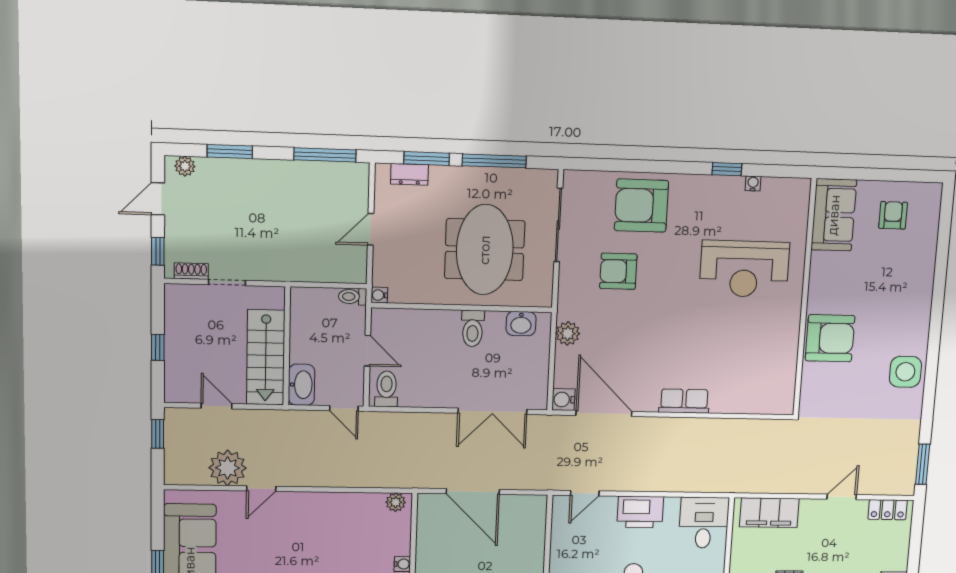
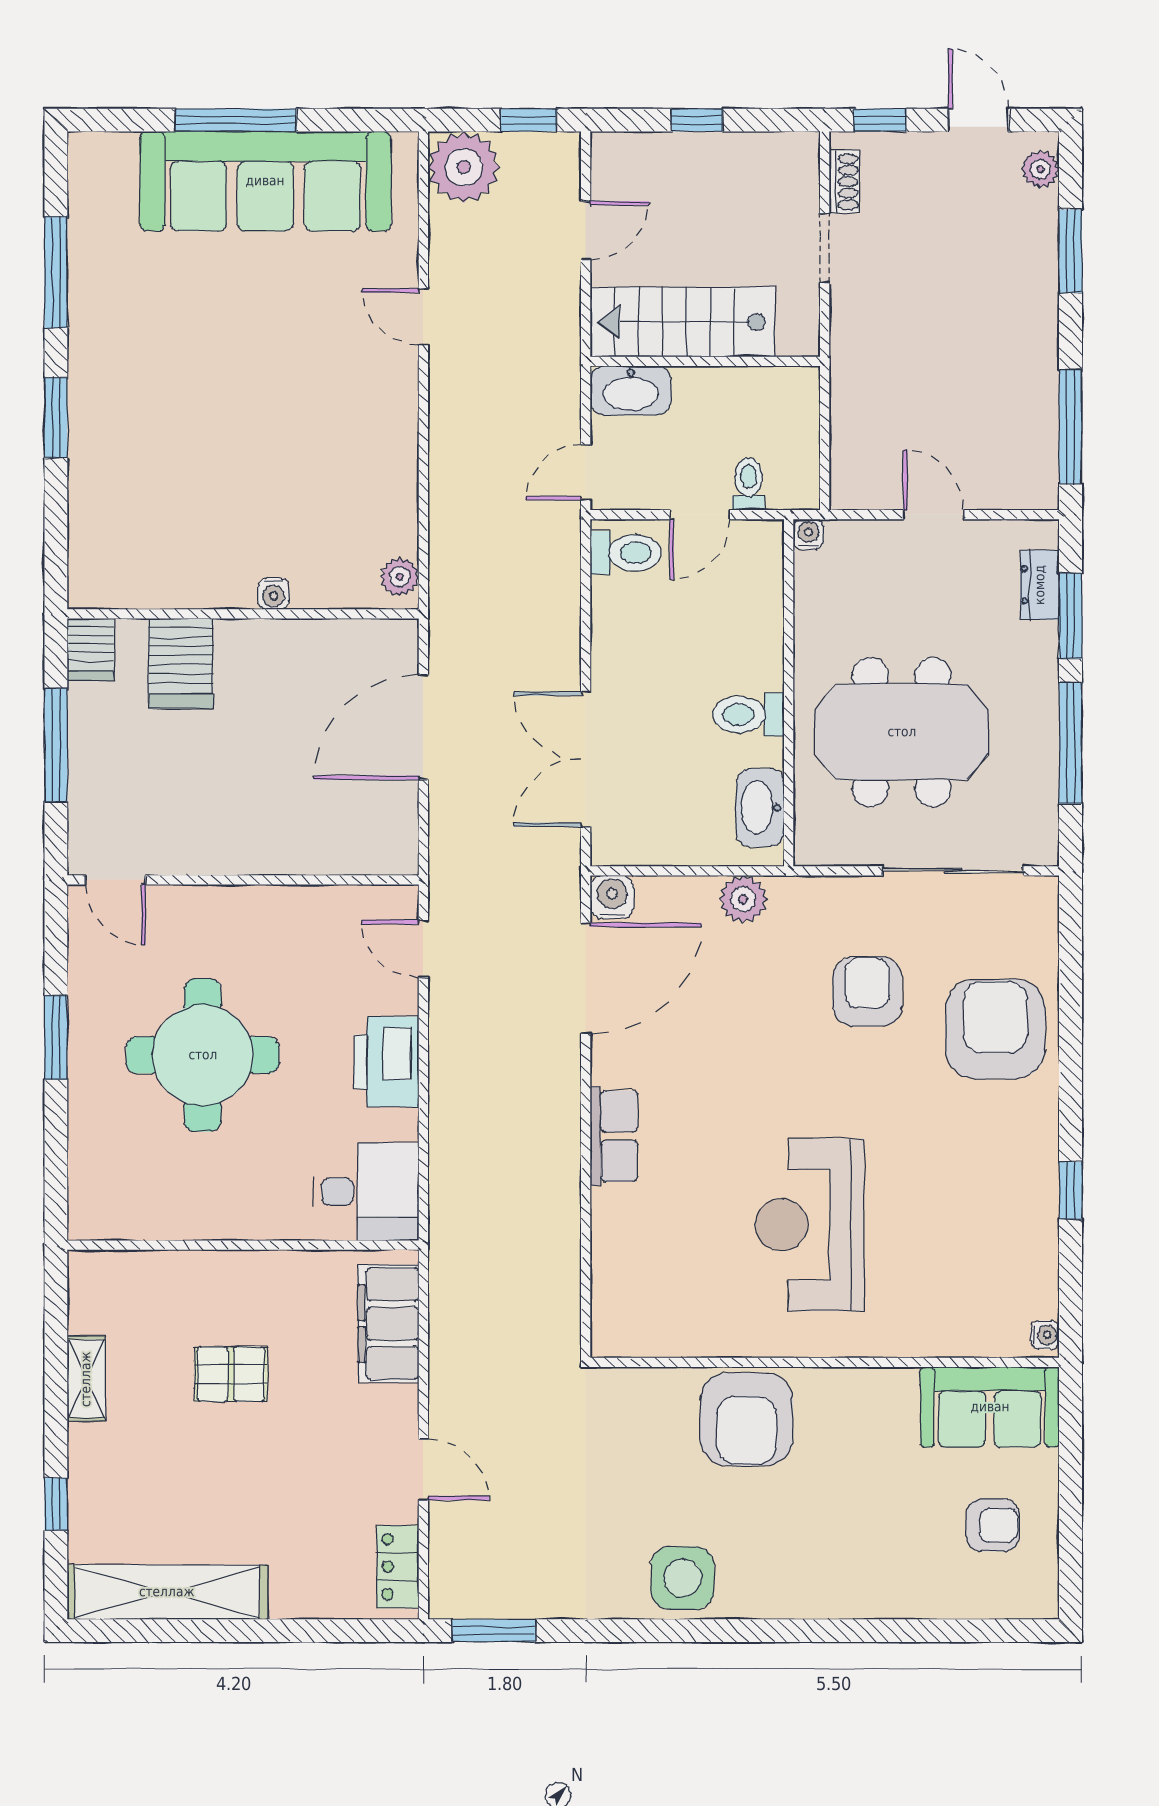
water cooler: (753, 183) -> (1045, 1335), moved
reception desk: (744, 269) -> (810, 1225), moved
toilet: (353, 297) -> (749, 484), moved
washbasin: (521, 324) -> (760, 808), width x1.38
plant: (228, 468) -> (464, 167), moved

